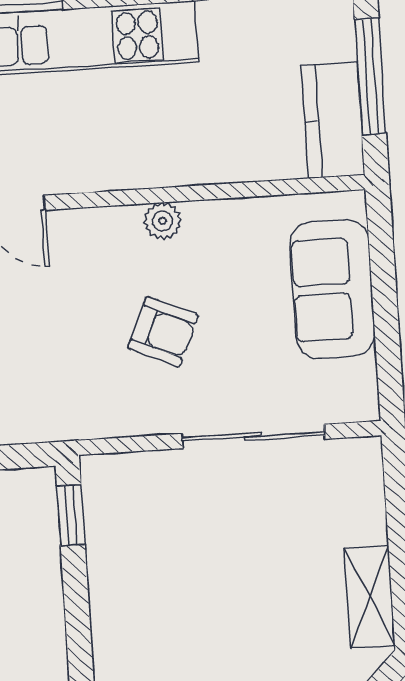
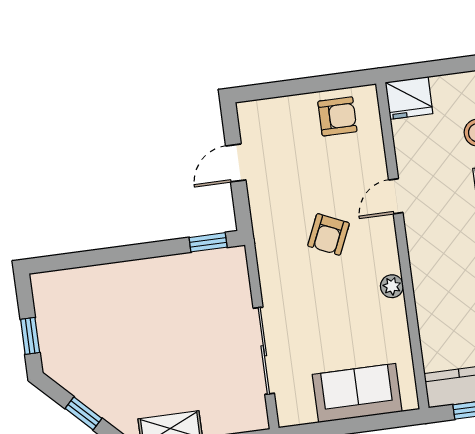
armchair: (163, 332) -> (328, 234), moved

